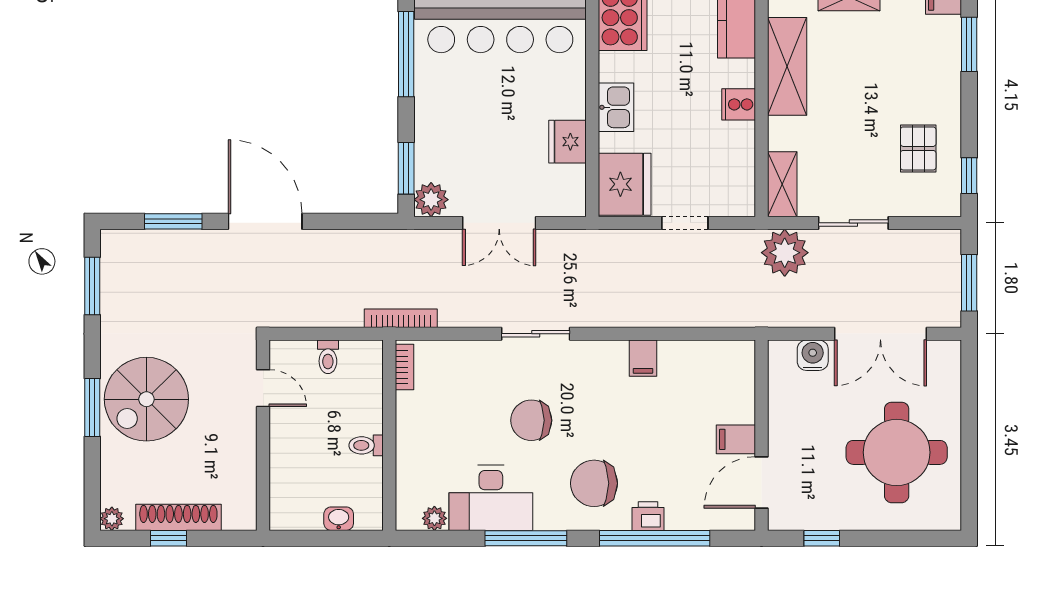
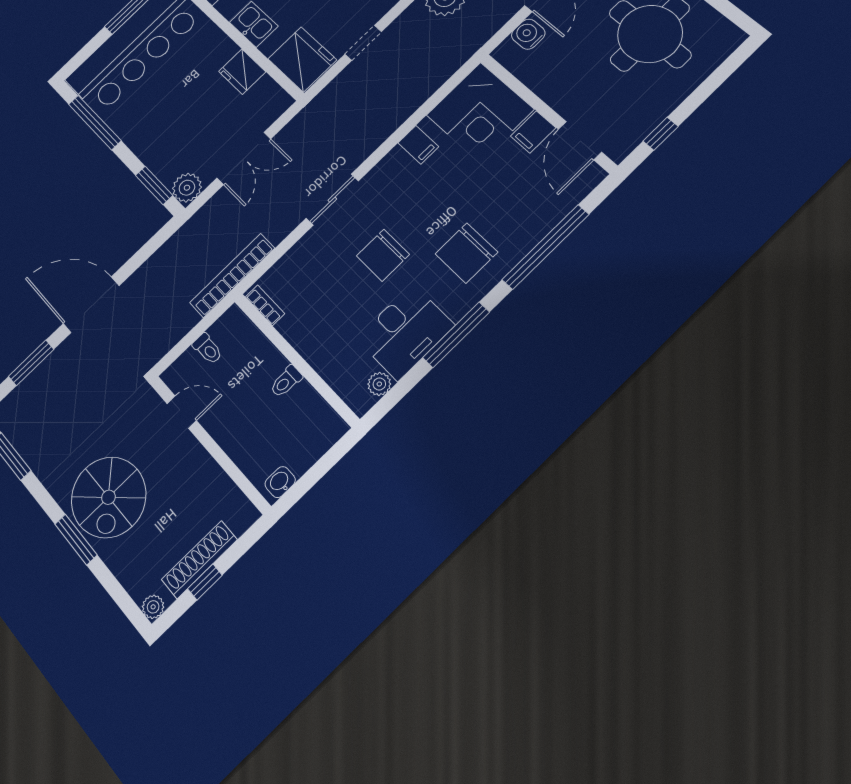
bookcase: (401, 318) -> (232, 275), width x1.48, depth x1.31
corner desk: (714, 381) -> (480, 112), added
printer: (648, 516) -> (526, 237), removed
washbasin: (339, 519) -> (280, 482), moved

